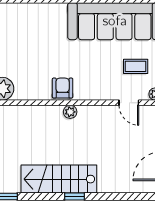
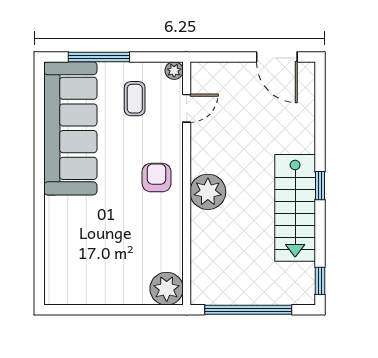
armchair: (63, 88) -> (157, 178), moved, turned 90
plant: (70, 112) -> (208, 192), width x1.87, depth x1.87

